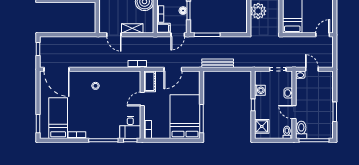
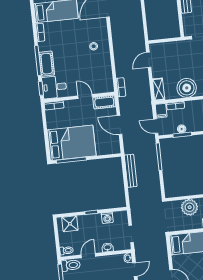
shelving: (132, 28) -> (159, 89), moved
cot: (107, 132) -> (47, 64), added

